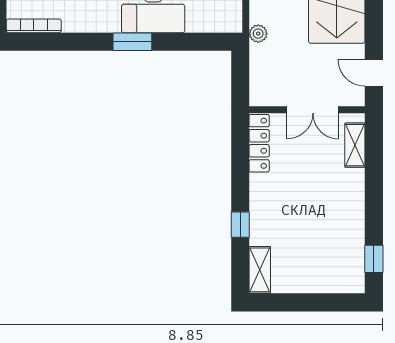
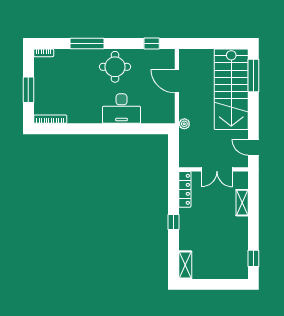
window: (132, 42) -> (109, 129), removed
shelving: (355, 145) -> (242, 203), moved
window: (240, 225) -> (174, 222), moved

